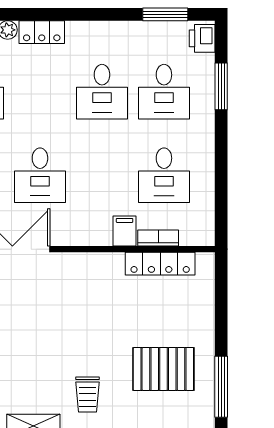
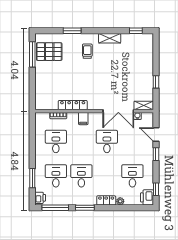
window: (93, 14) -> (85, 208), added
window: (165, 14) -> (55, 208), width x1.44
filing cabinet: (125, 231) -> (83, 119), moved
locker: (160, 264) -> (73, 105), moved
pallet: (163, 369) -> (49, 52), moved

